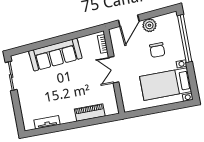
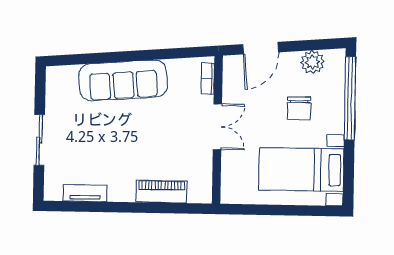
plant: (149, 25) -> (312, 62), moved
double door: (114, 70) -> (217, 127), swing flipped
sliding door: (11, 76) -> (39, 140), moved

